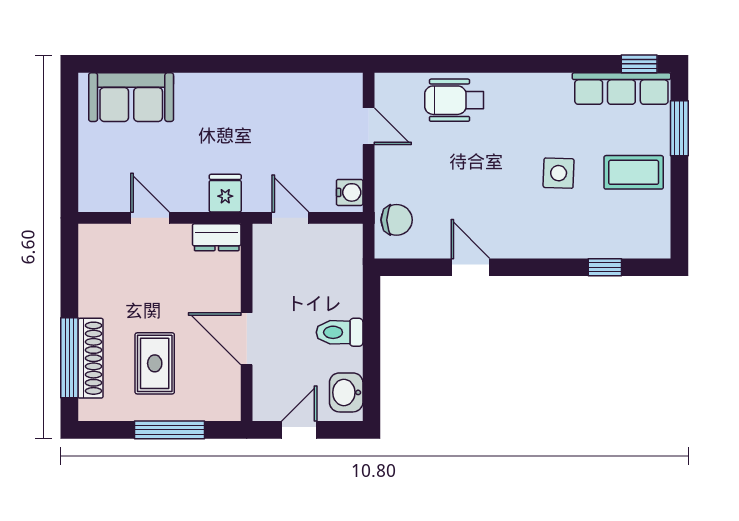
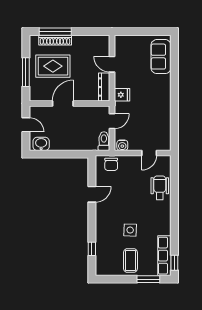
door: (150, 218) -> (112, 64), swing flipped
dresser: (217, 237) -> (104, 87), width x1.44
toilet: (340, 332) -> (104, 141), moved
rug: (155, 363) -> (53, 66), width x1.36, depth x1.43

